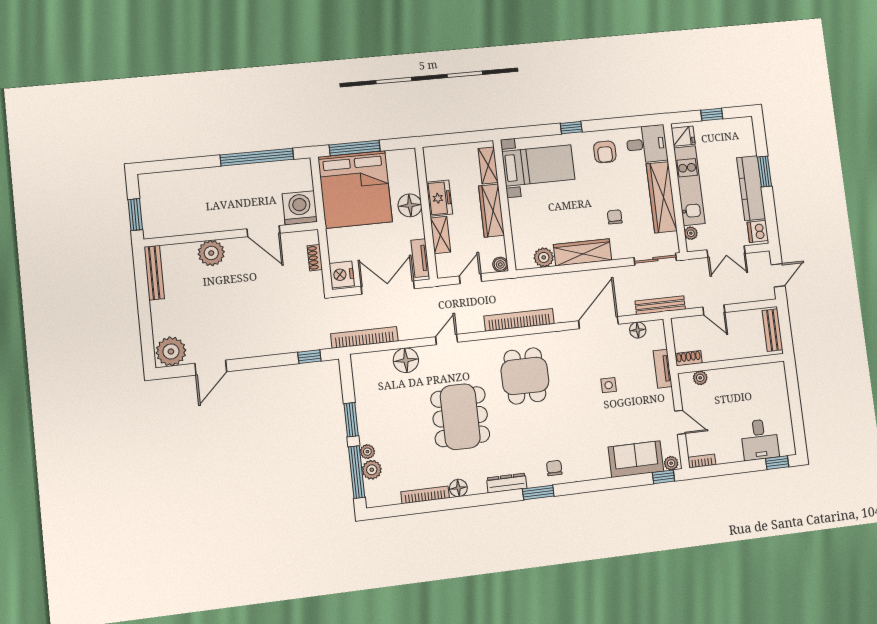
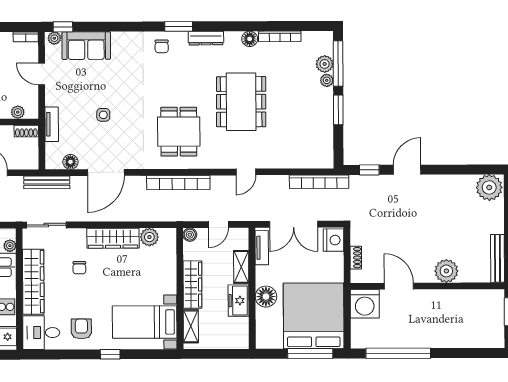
floor lamp: (406, 360) -> (284, 157), removed
door: (211, 368) -> (407, 170), moved

